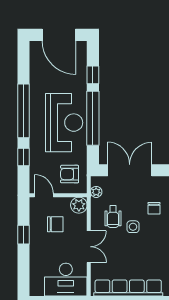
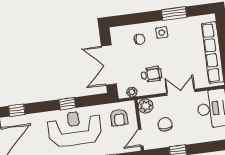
window: (93, 75) -> (17, 110), moved
window: (93, 118) -> (67, 104), width x0.32
side table: (133, 227) -> (162, 33), moved

